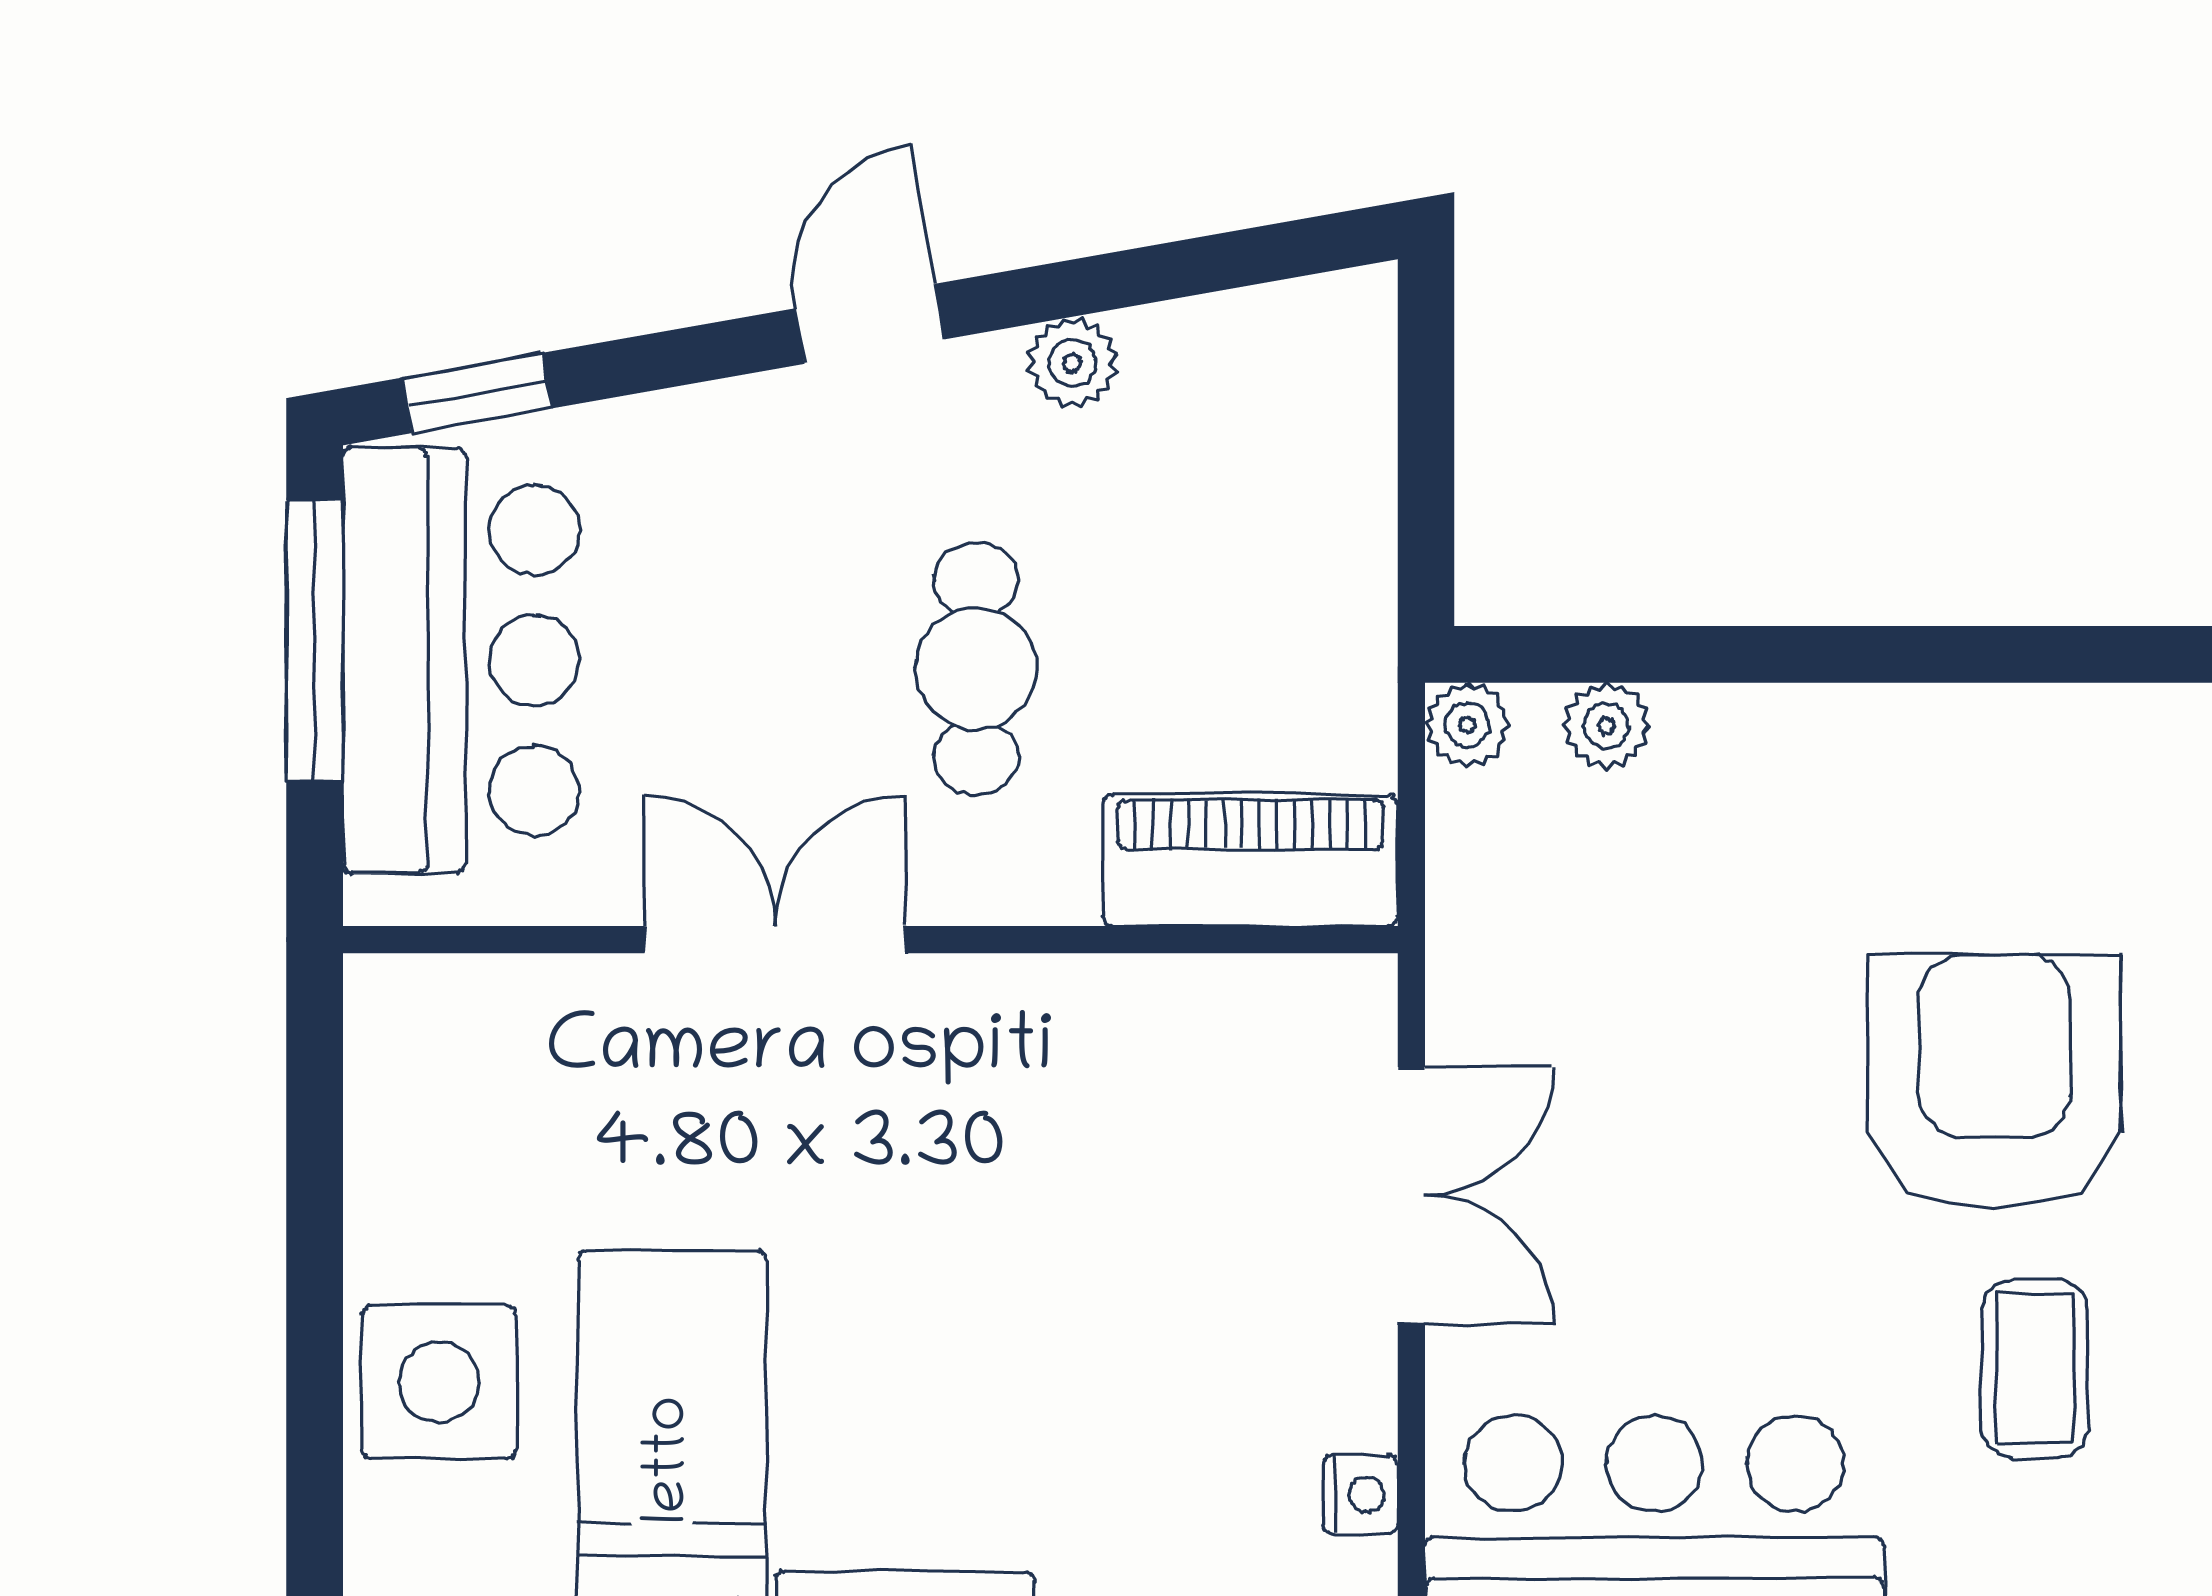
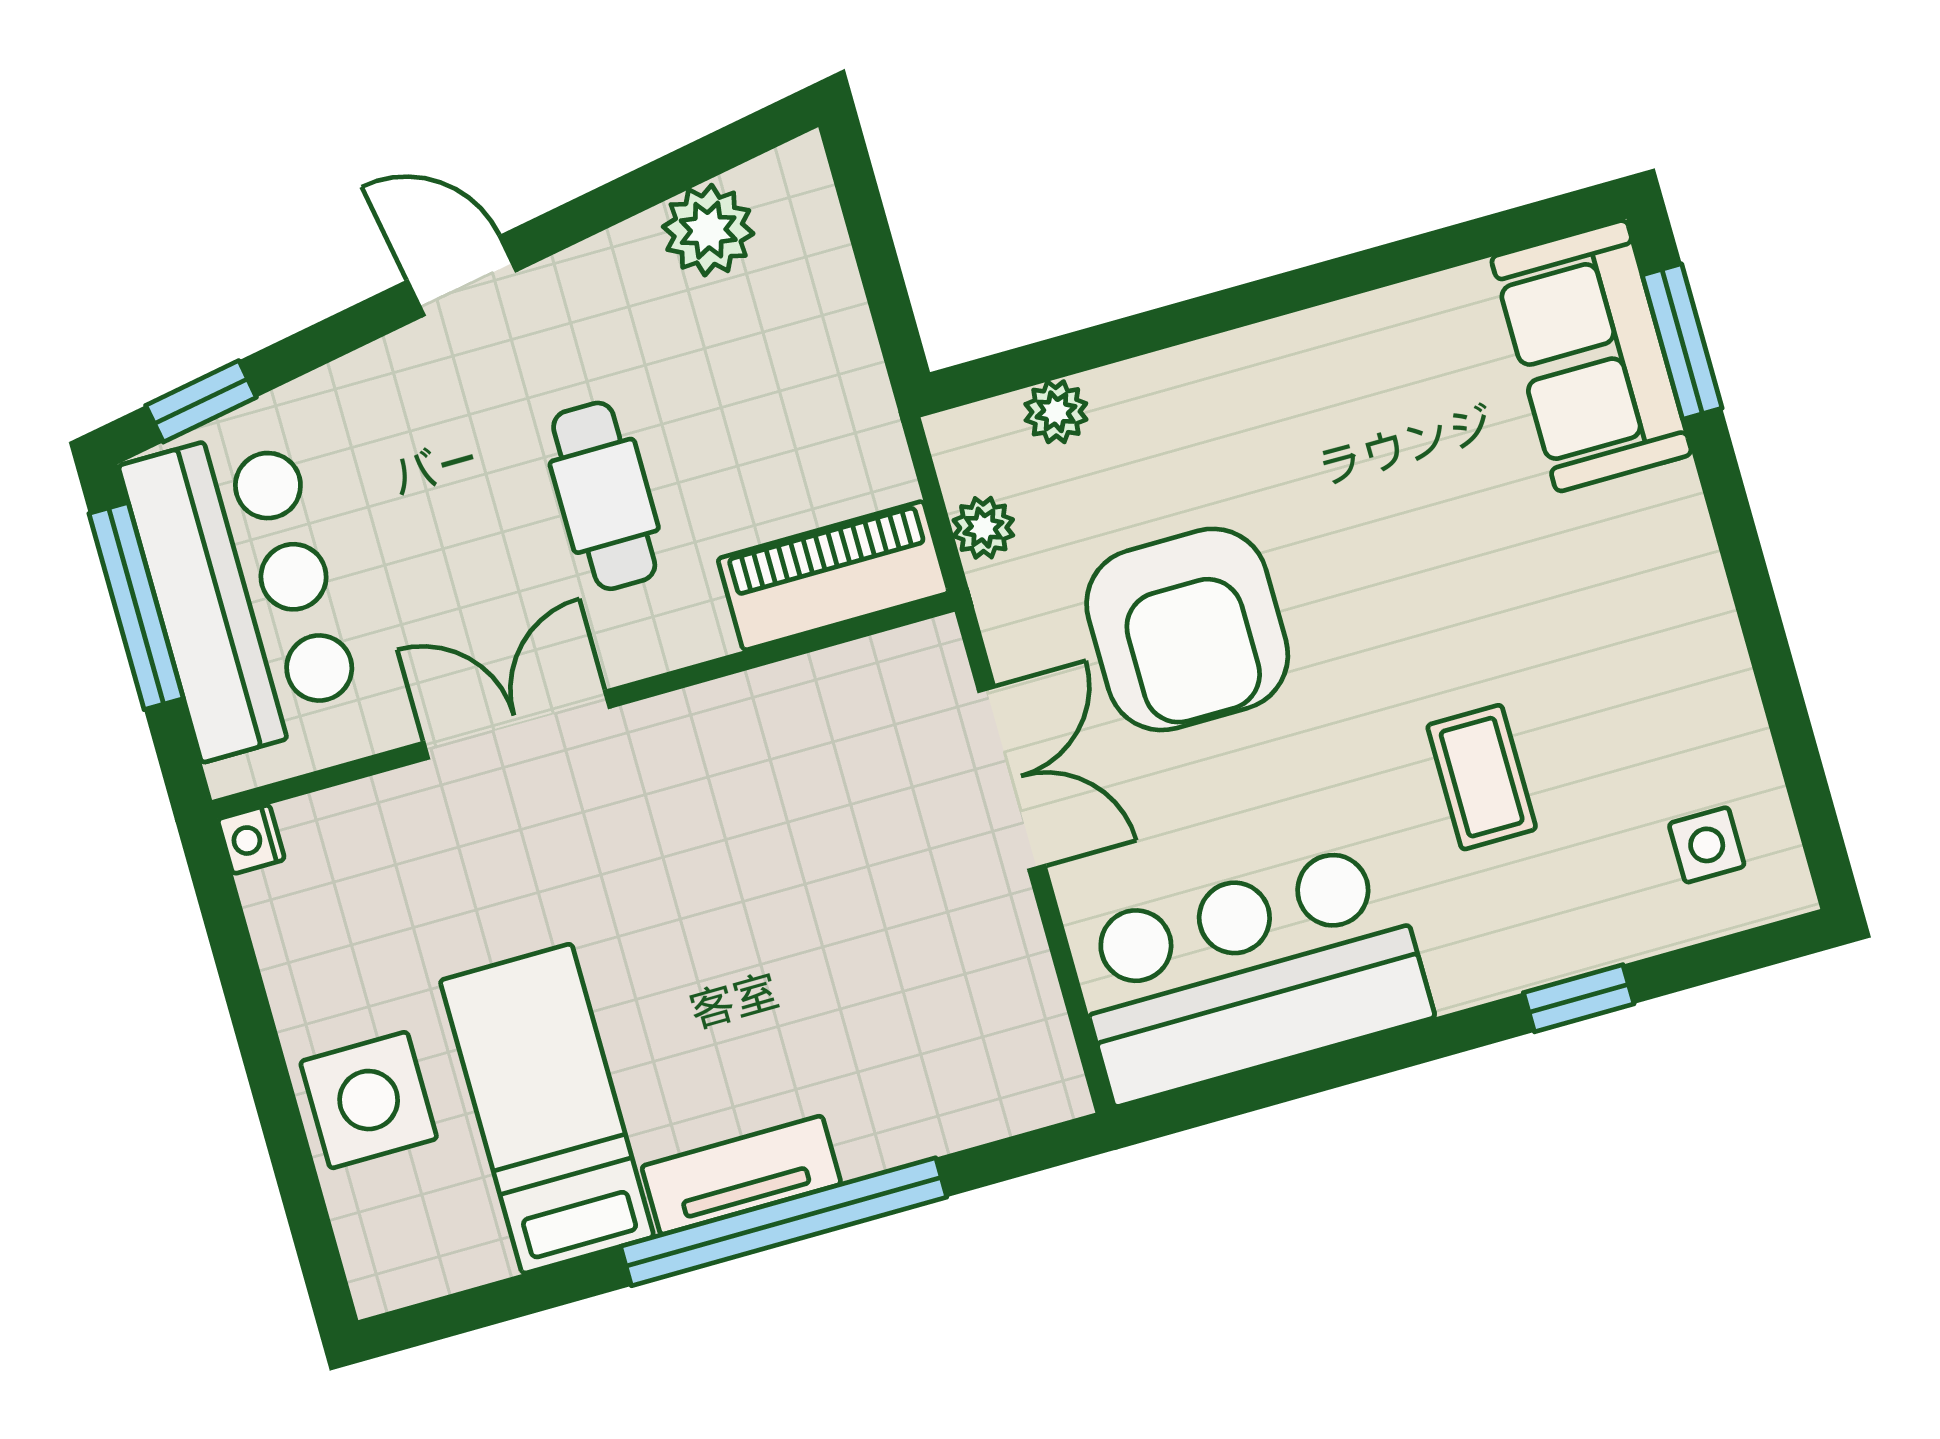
door: (869, 324) -> (462, 276), hinge flipped
plant: (1072, 363) -> (708, 230), moved, width x1.38, depth x1.38
plant: (1467, 725) -> (983, 528), moved
armchair: (1994, 1082) -> (1187, 629), moved, turned 180
nightstand: (1361, 1494) -> (251, 839), moved, turned 180

